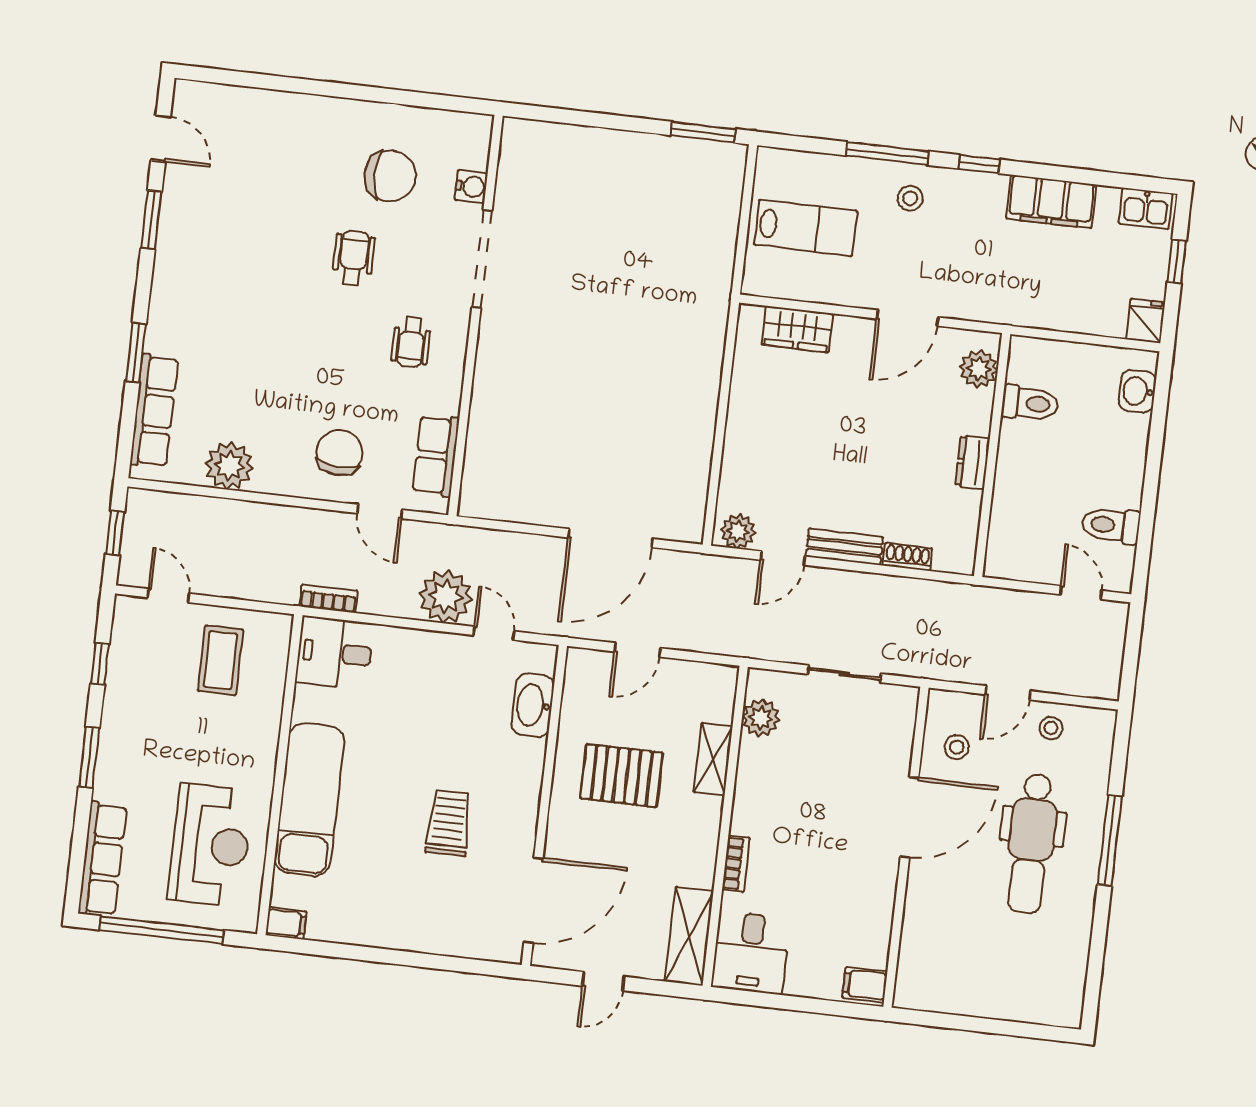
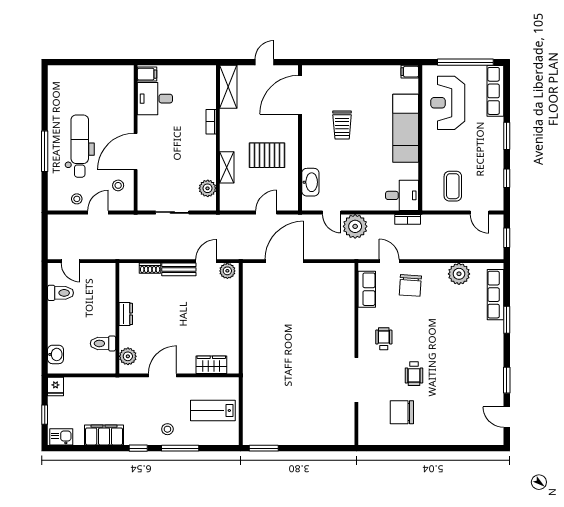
water cooler: (471, 187) -> (365, 412), removed
desk: (751, 953) -> (155, 99), moved, turned -90

